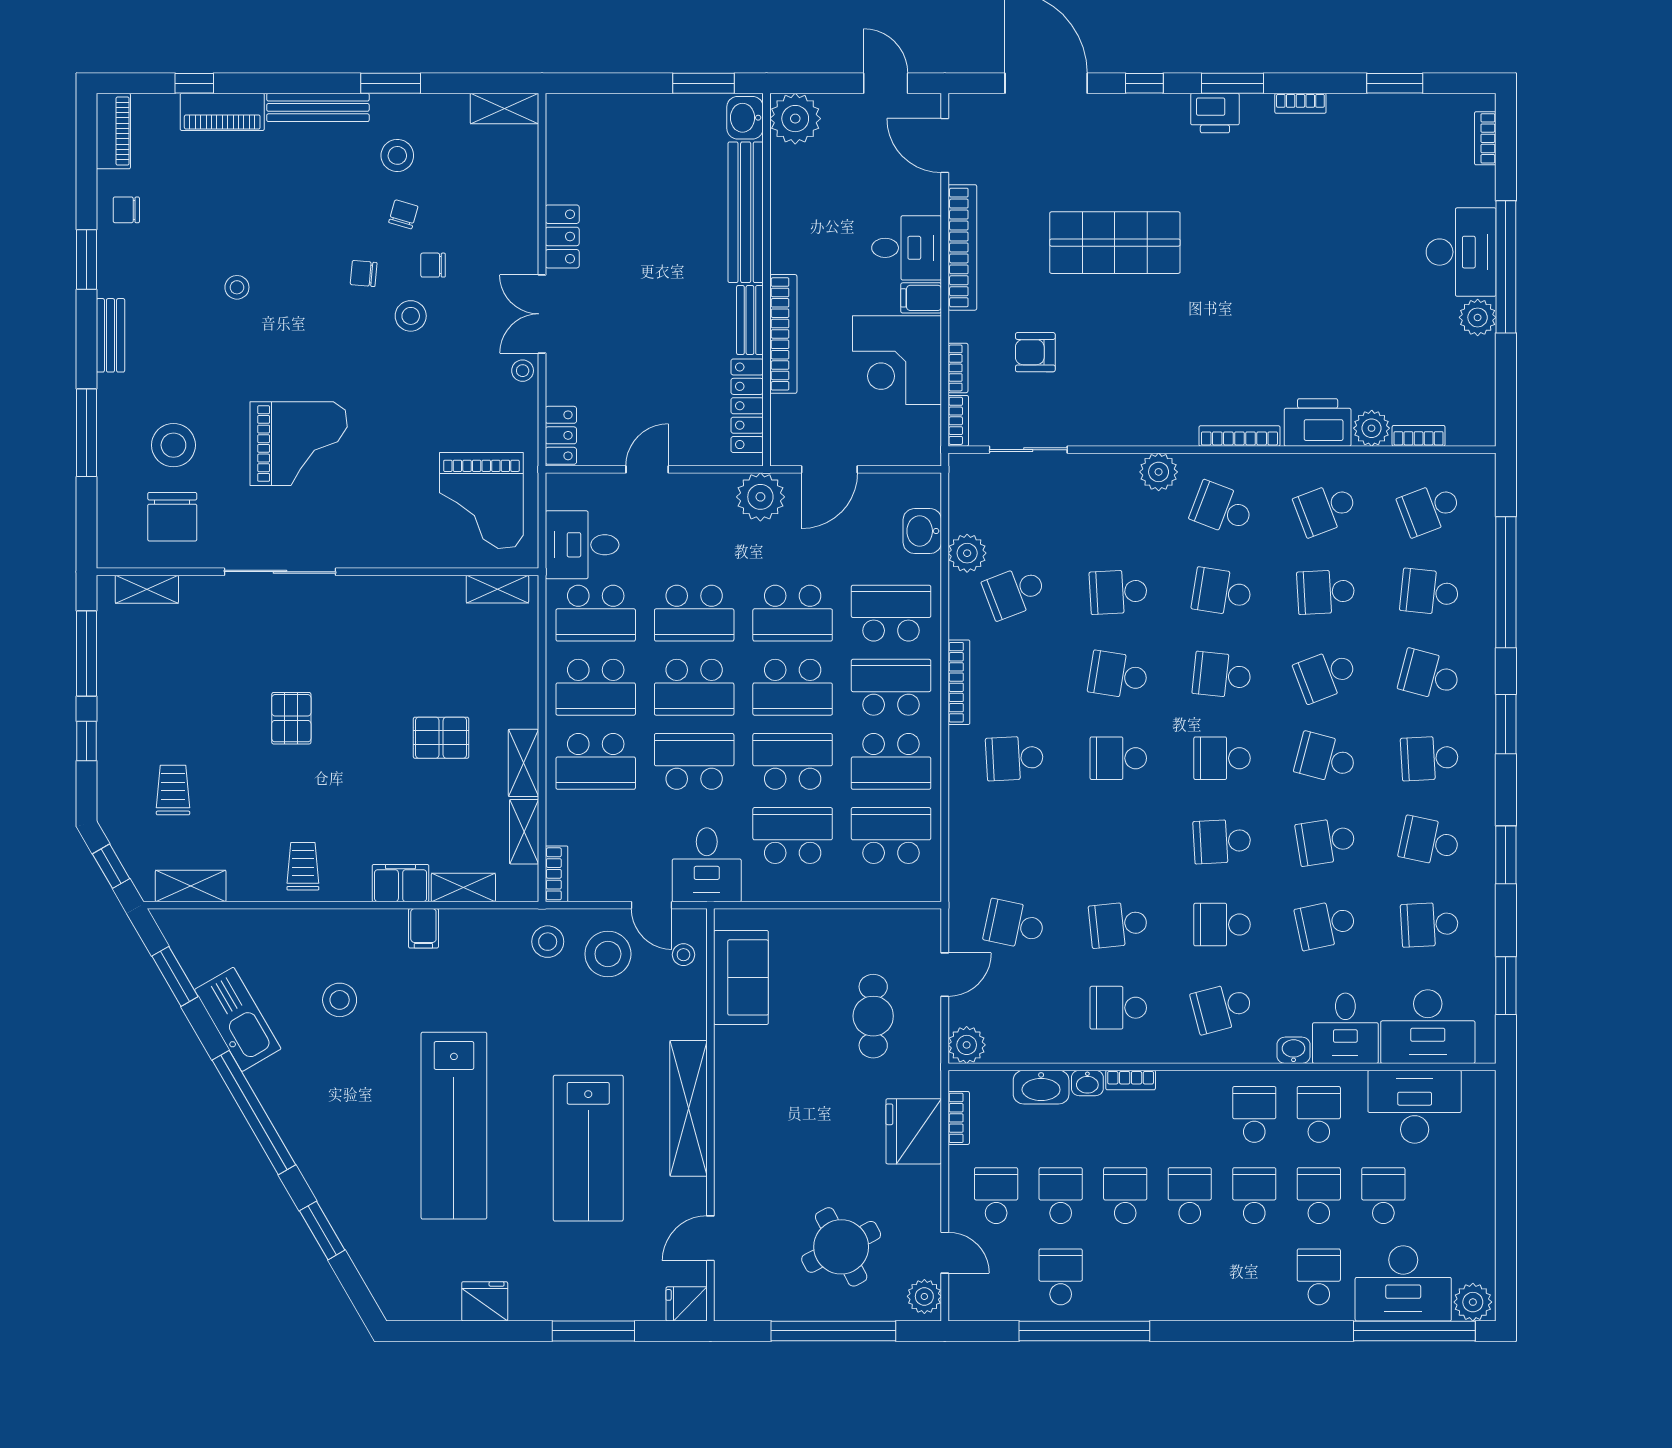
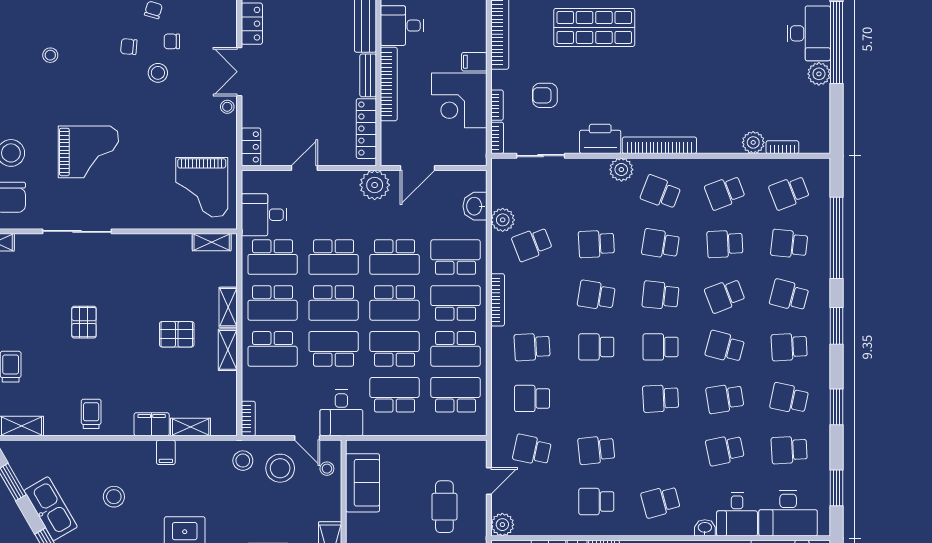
desk: (907, 248) -> (402, 26), moved, turned 180
printer: (1318, 422) -> (600, 139), moved
bookcase: (1239, 436) -> (659, 145), width x1.48, depth x1.31
shelving: (524, 832) -> (228, 307), moved
school desk: (1222, 925) -> (532, 398), moved

